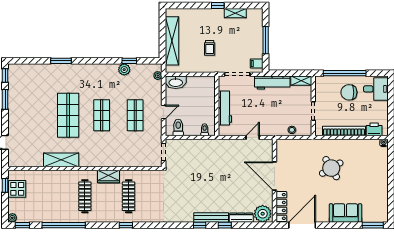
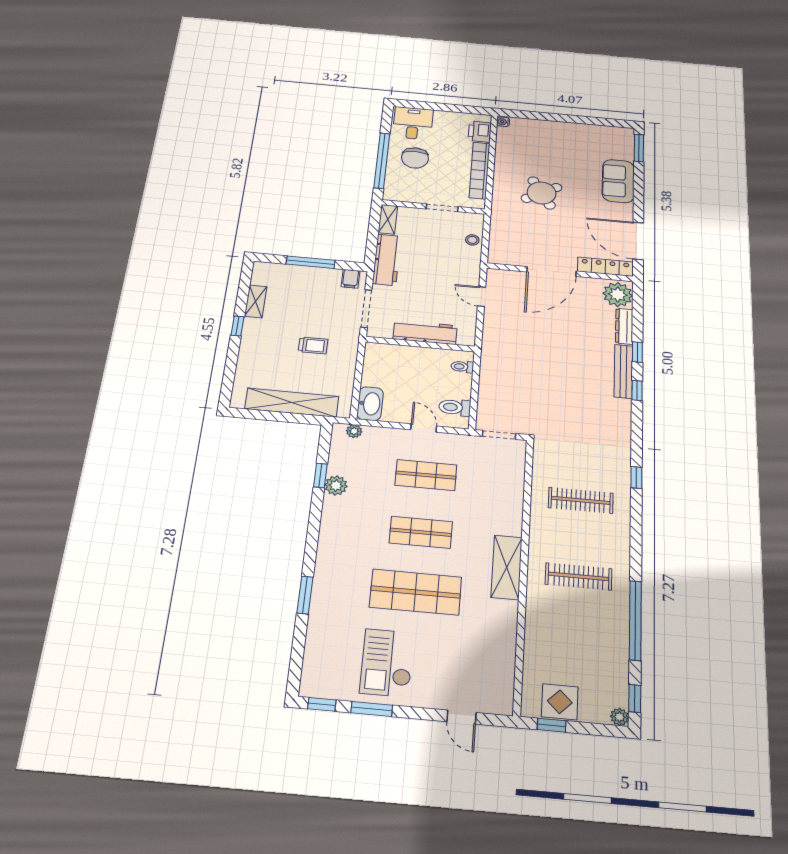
checkout: (29, 105) -> (387, 663), added
shelving: (61, 160) -> (507, 567), moved
wardrobe: (108, 176) -> (541, 531), removed
window: (126, 225) -> (636, 477), moved

